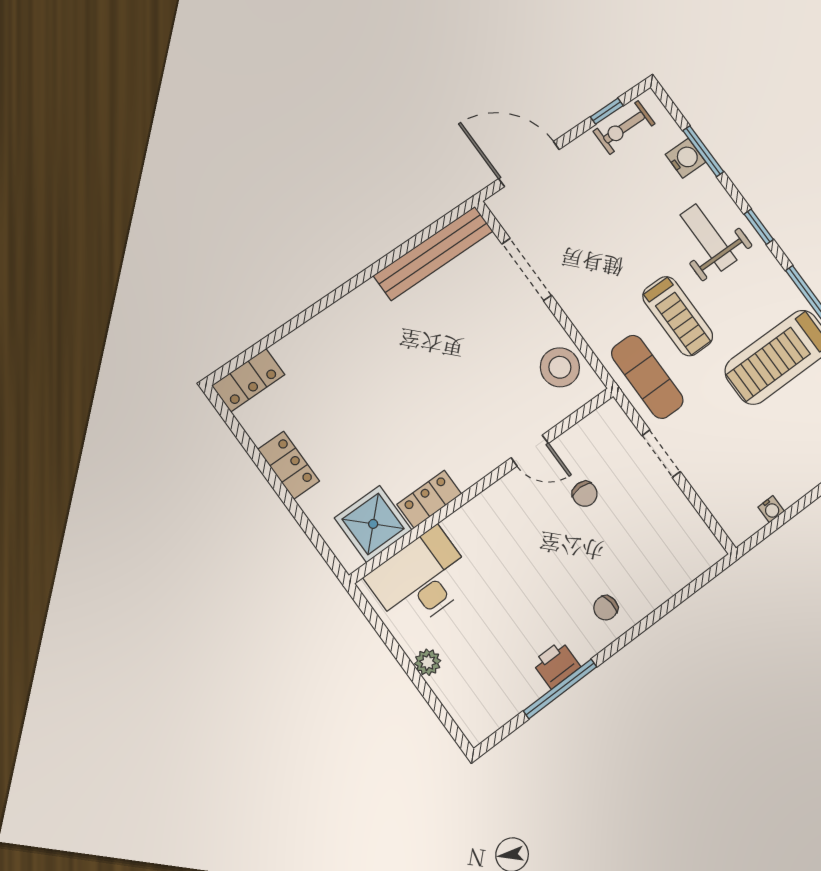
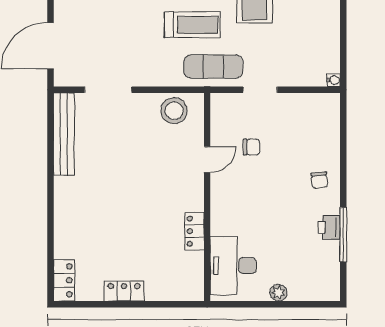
water cooler: (771, 509) -> (334, 80), moved
shower: (373, 524) -> (186, 270), removed

